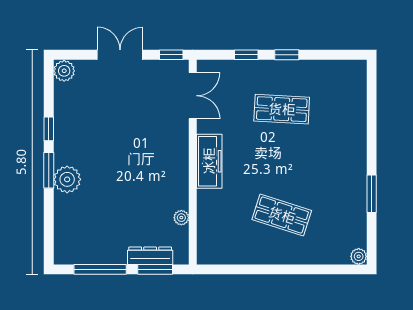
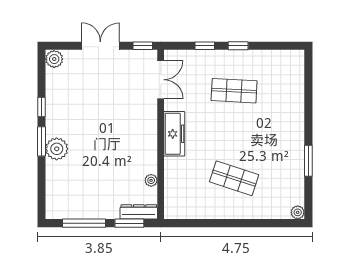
dresser: (150, 256) -> (139, 212), moved

